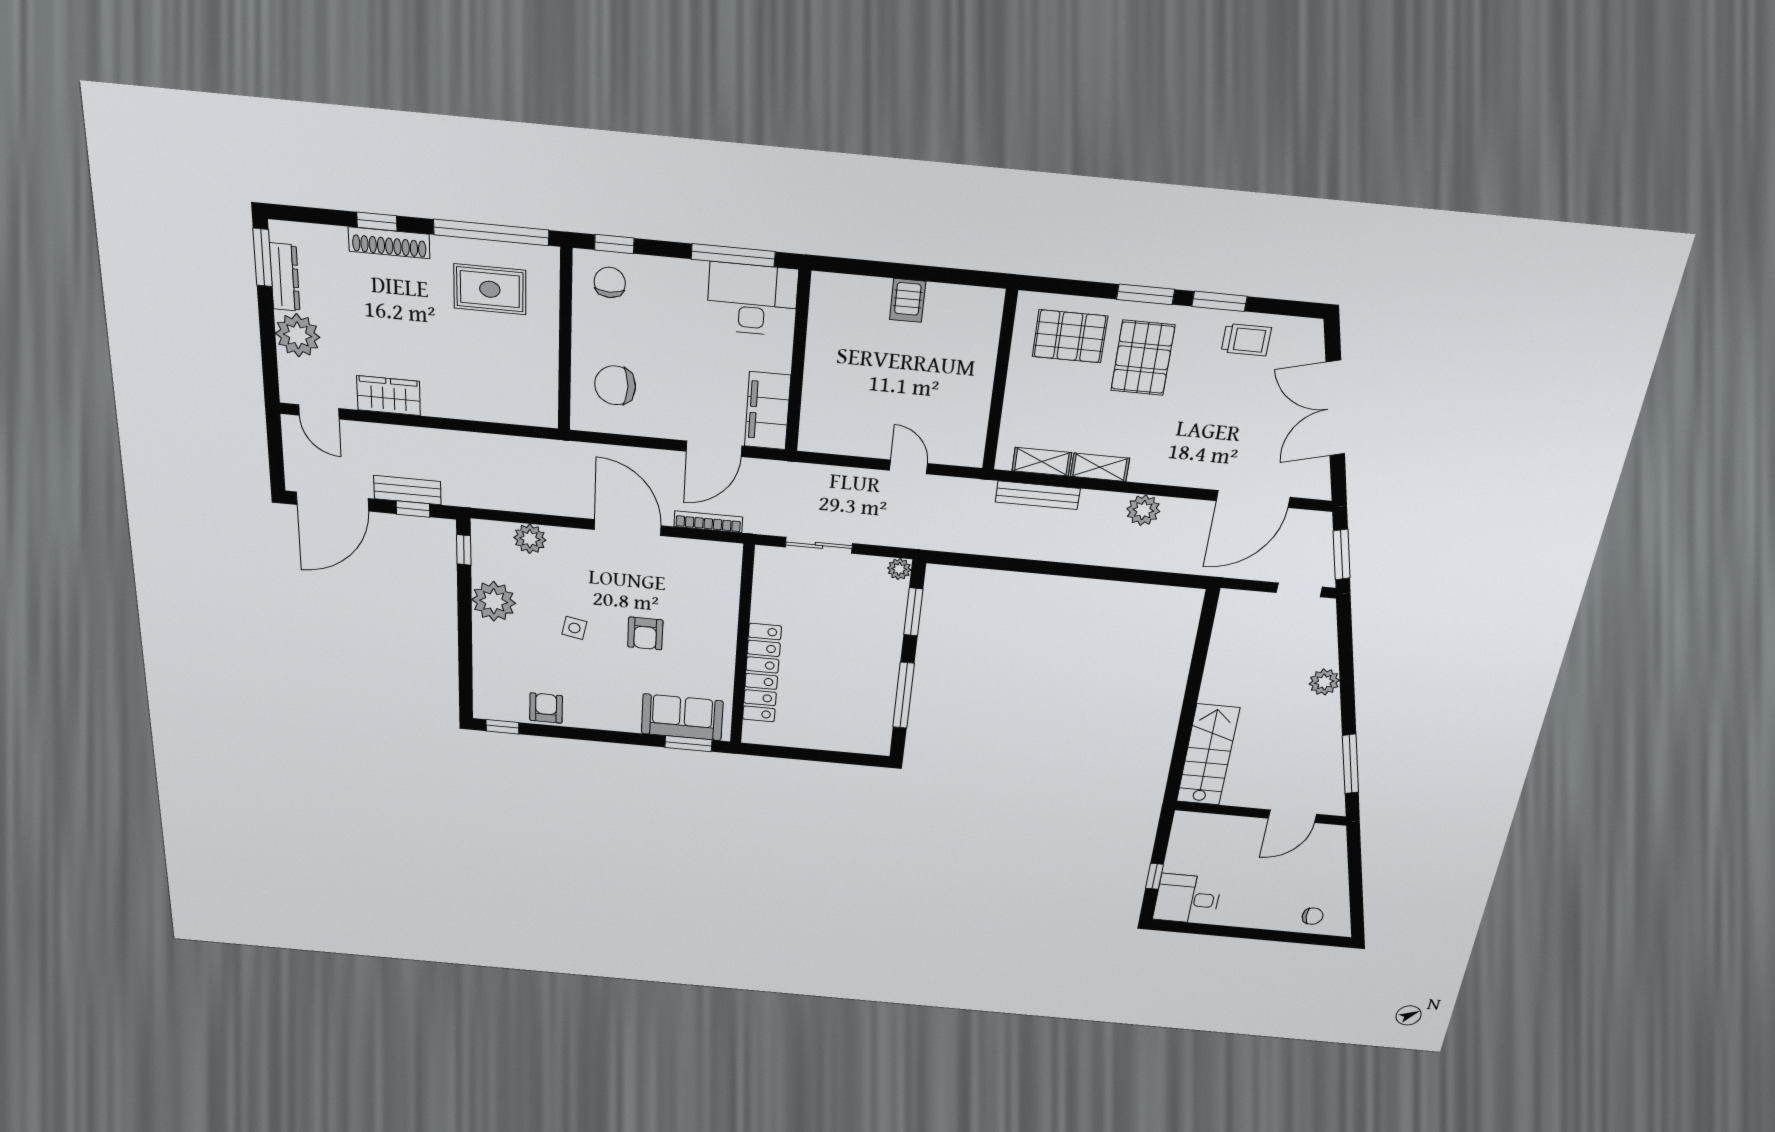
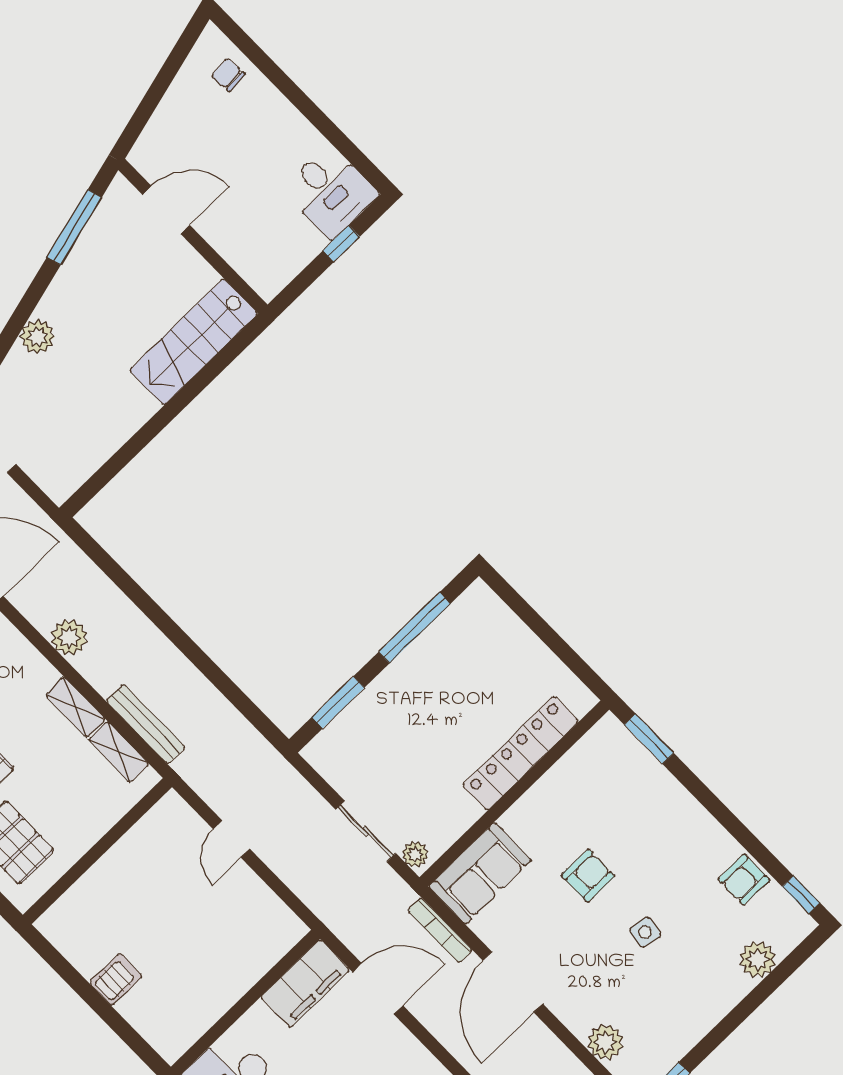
plant: (899, 569) -> (415, 854), moved
plant: (494, 601) -> (758, 959), moved, width x0.73, depth x0.73
sofa: (682, 717) -> (480, 873), moved, turned -90

